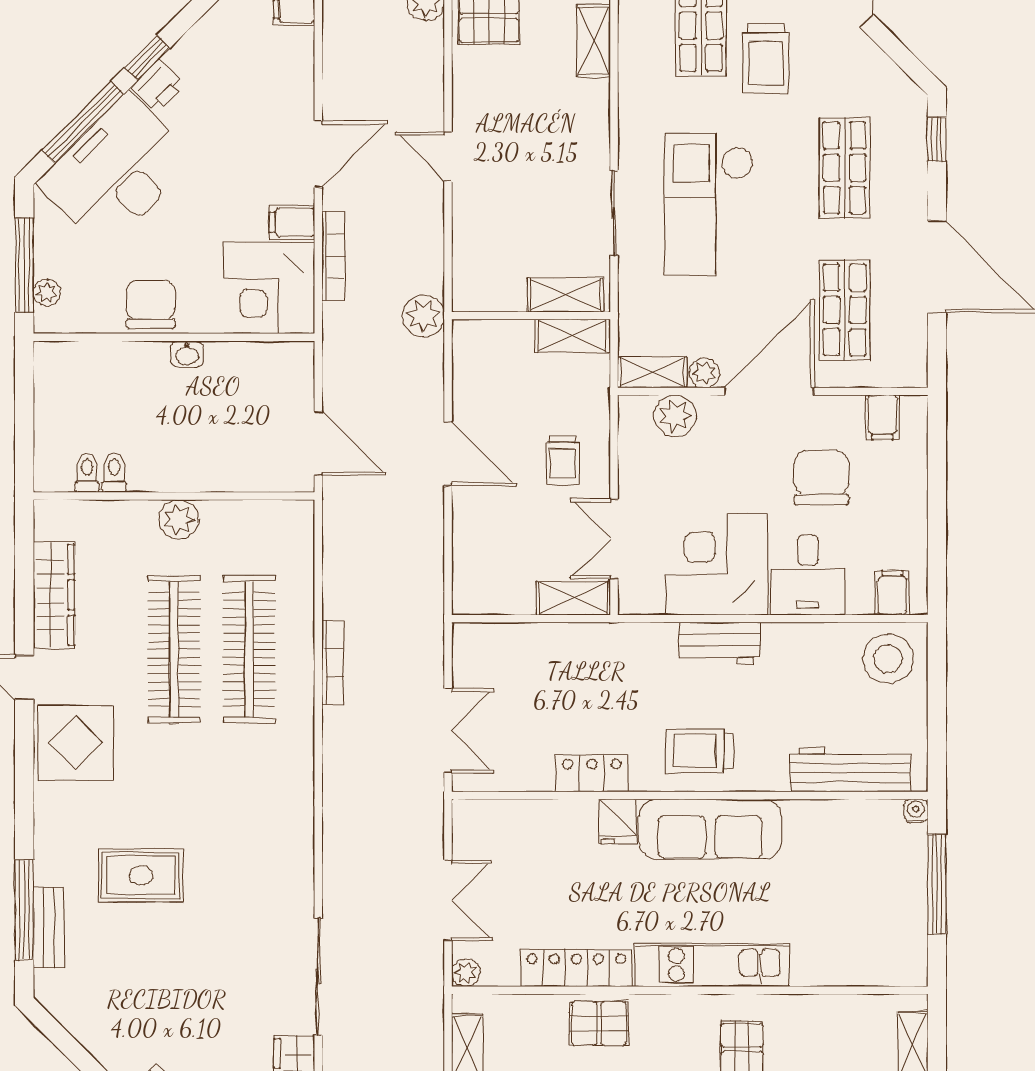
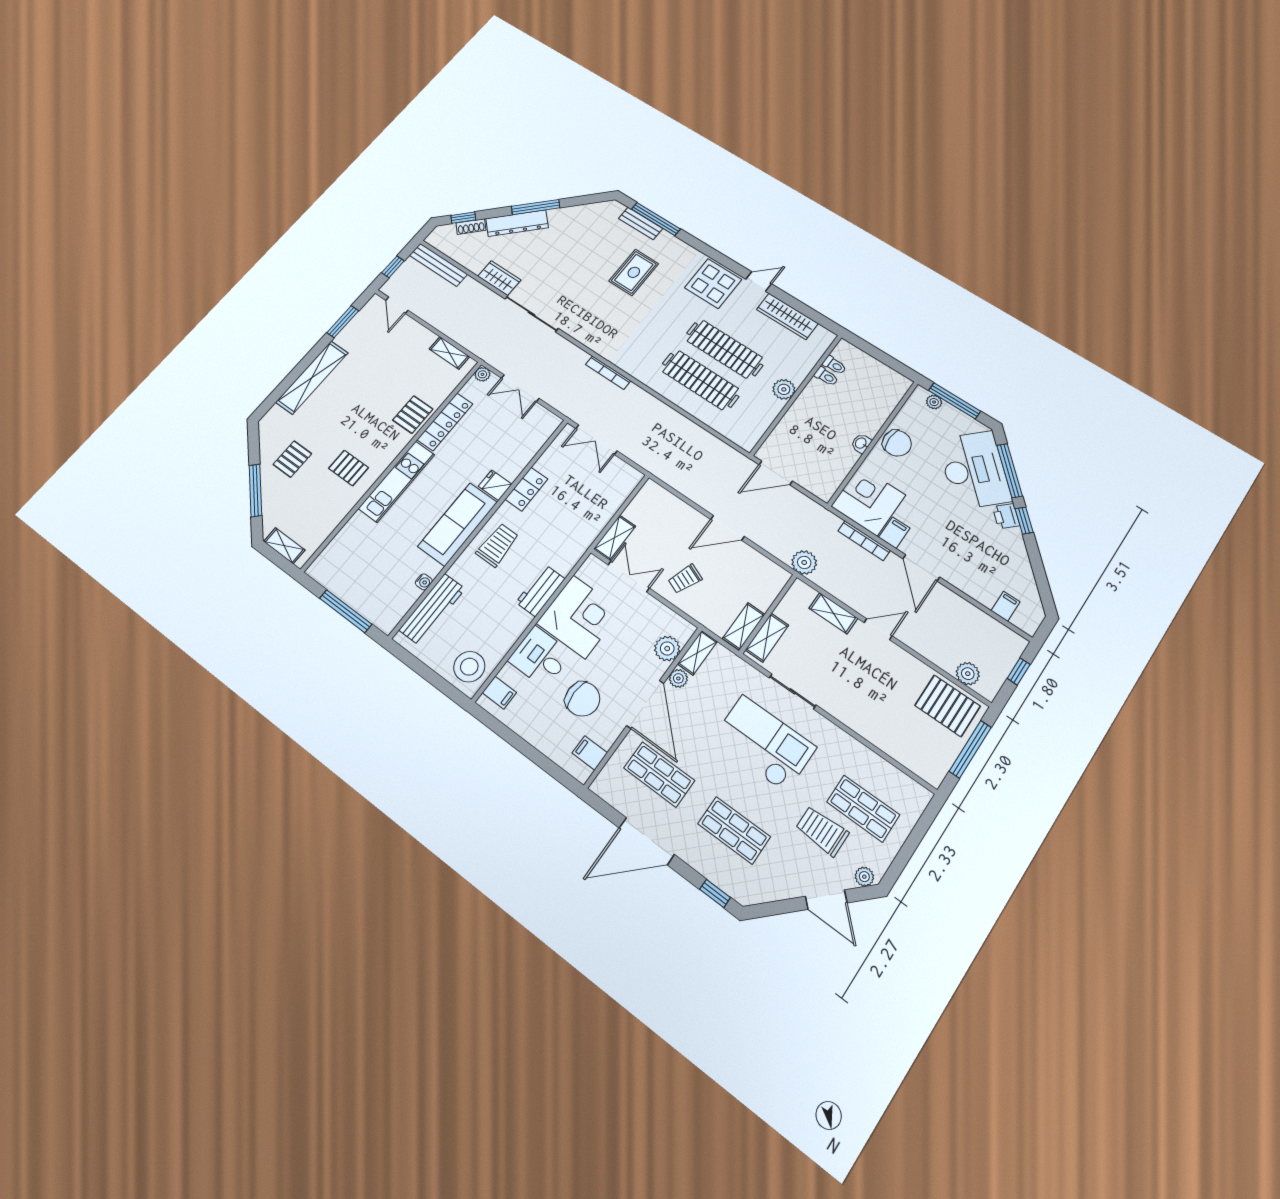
shelving: (594, 41) -> (833, 613), moved
trolley: (563, 460) -> (685, 579), turned -68
bookcase: (333, 663) -> (608, 373), moved
water cooler: (916, 811) -> (424, 582), moved

